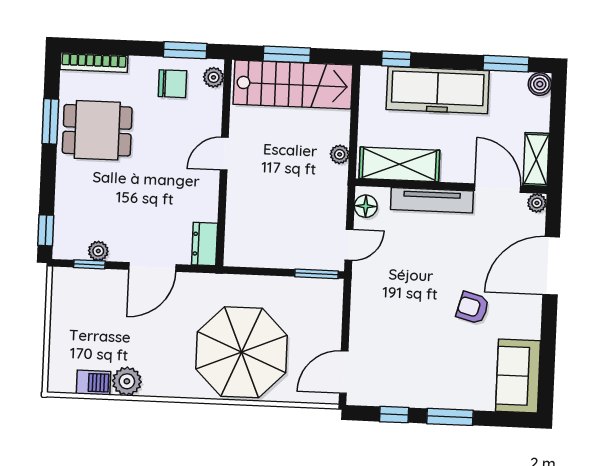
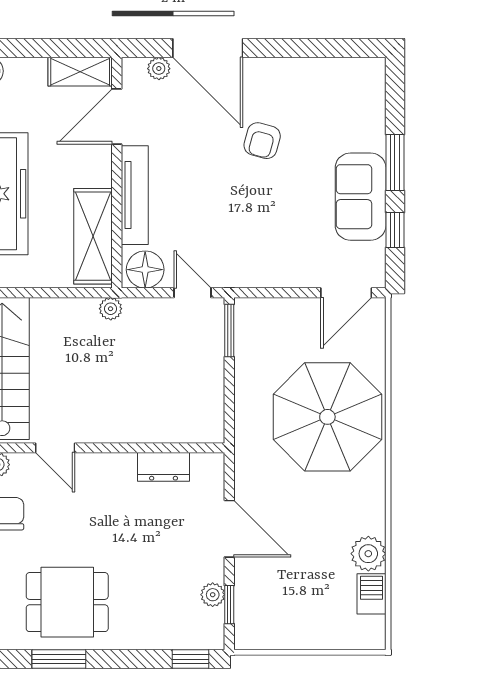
dining table: (97, 130) -> (67, 602), turned 90
door: (224, 154) -> (55, 448), moved
plant: (340, 154) -> (111, 309), moved
plant: (537, 203) -> (159, 69), moved
floor lamp: (366, 206) -> (145, 270), width x1.38, depth x1.38
dresser: (205, 244) -> (164, 467), moved
door: (344, 372) -> (346, 293), hinge flipped
sofa: (518, 376) -> (361, 197), moved, turned 90

